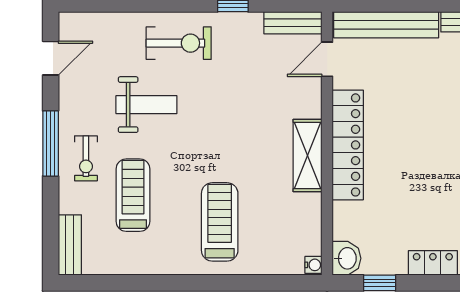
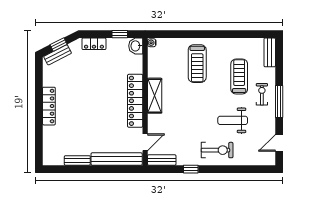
exercise bike: (179, 43) -> (217, 150), turned 180
treadmill: (133, 195) -> (239, 77), turned 180

